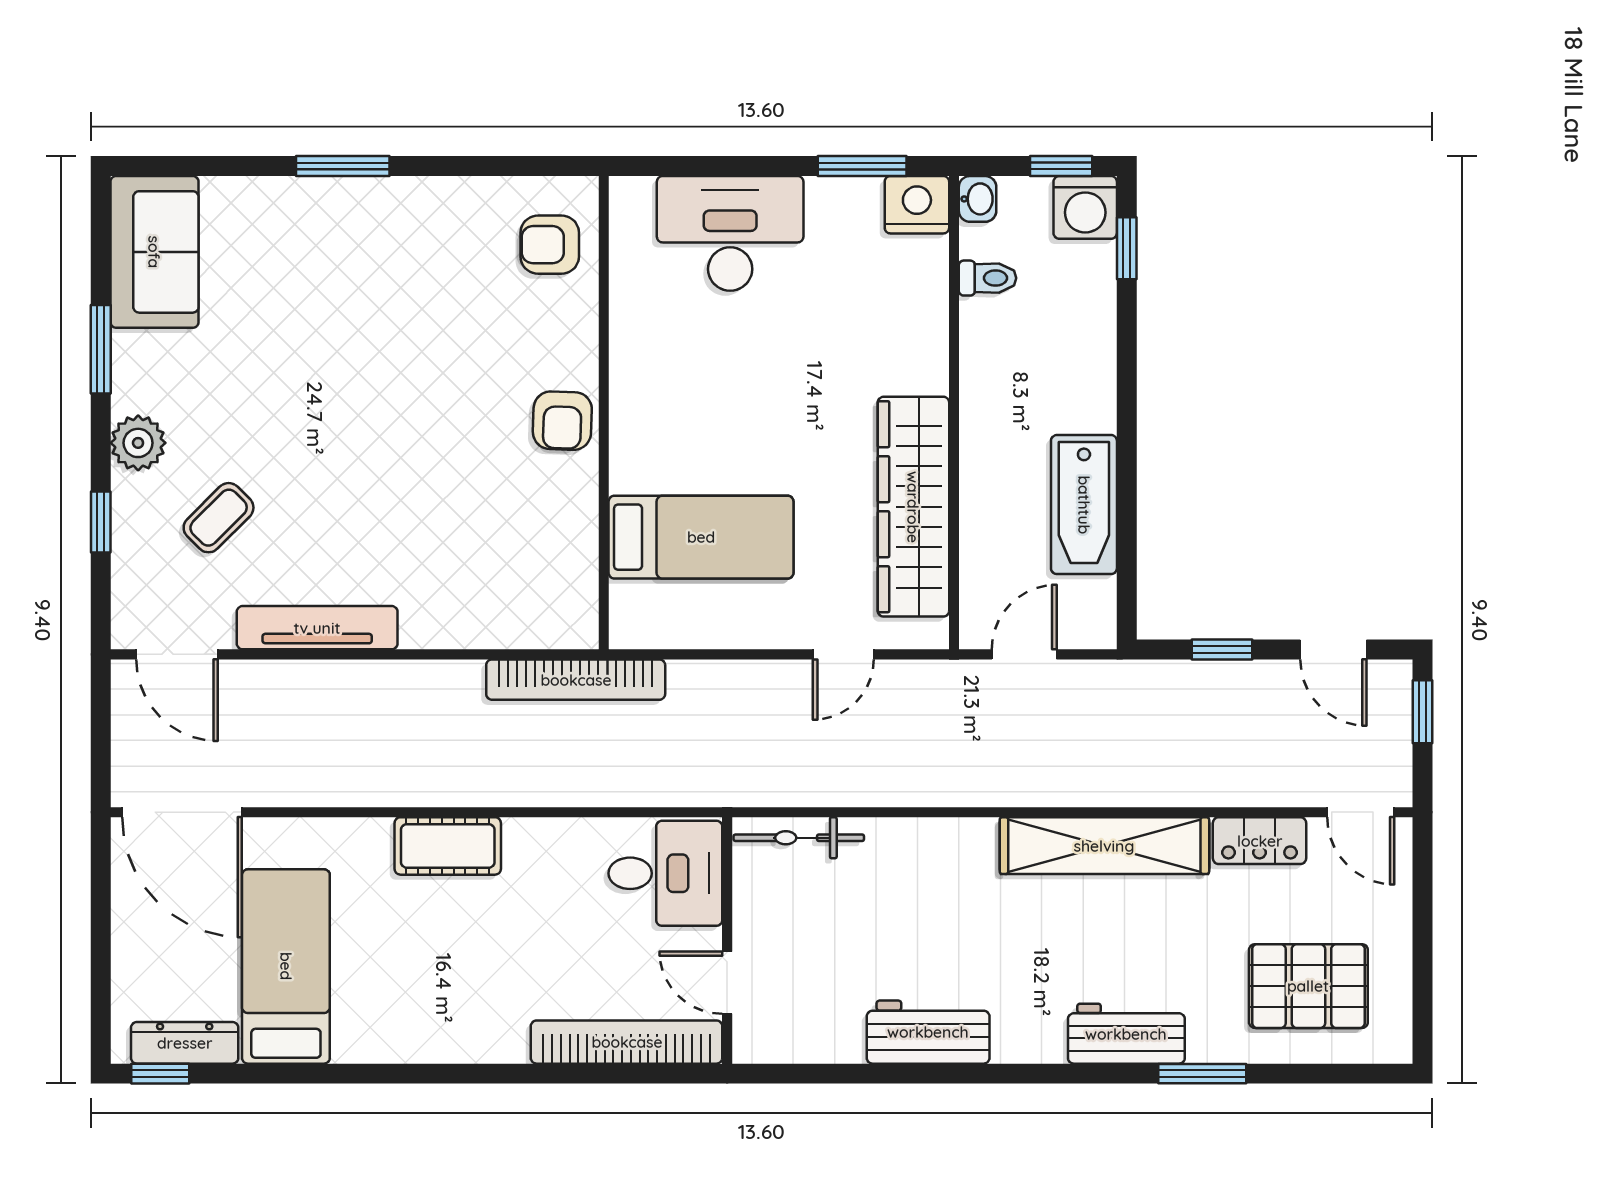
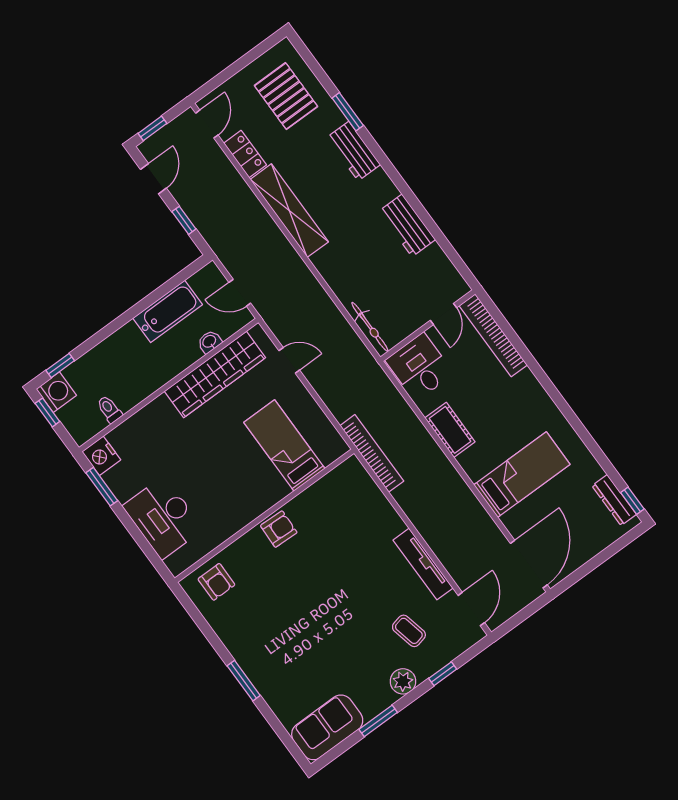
washbasin: (978, 199) -> (209, 342), moved
coffee table: (219, 518) -> (409, 631), turned 32
cot: (448, 846) -> (450, 430), moved
bed: (286, 966) -> (522, 475), moved, turned 180

